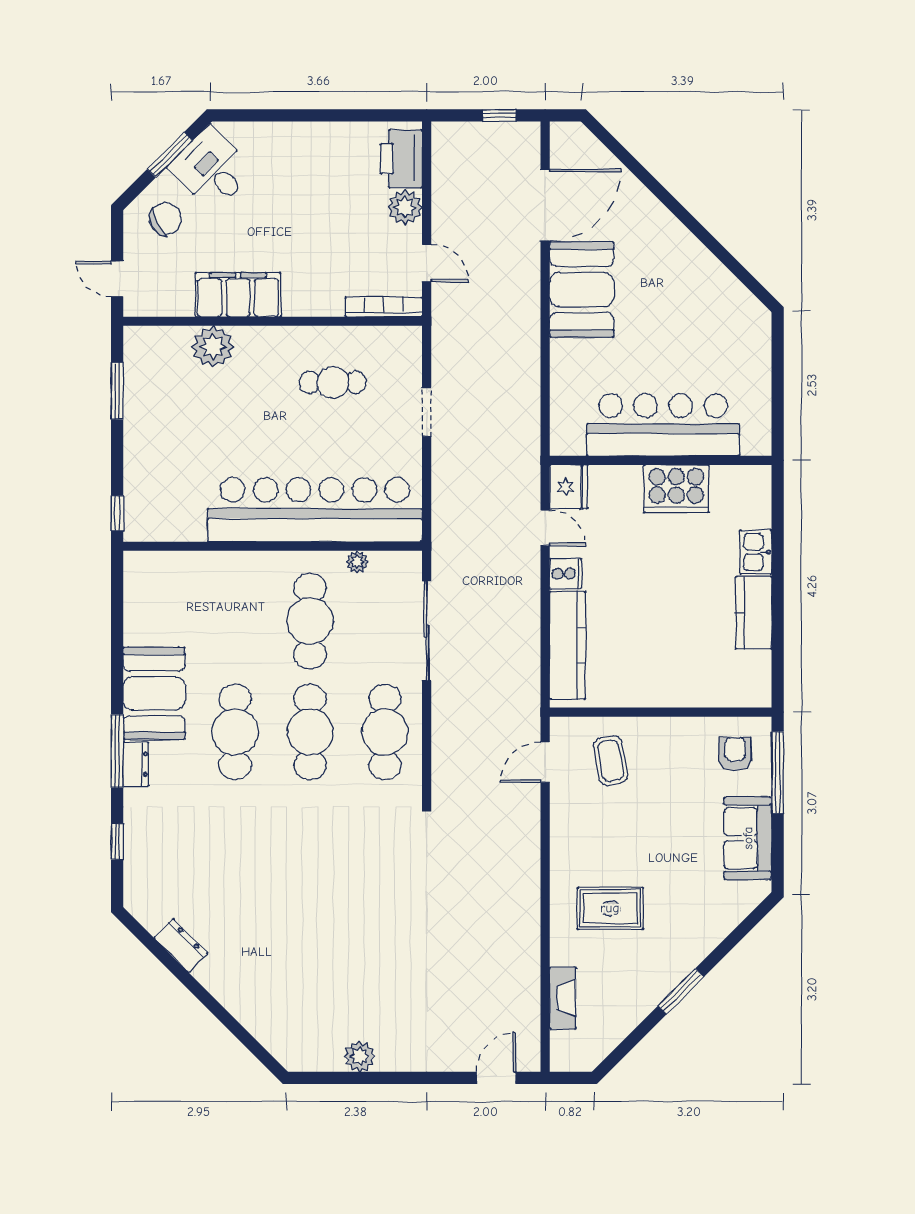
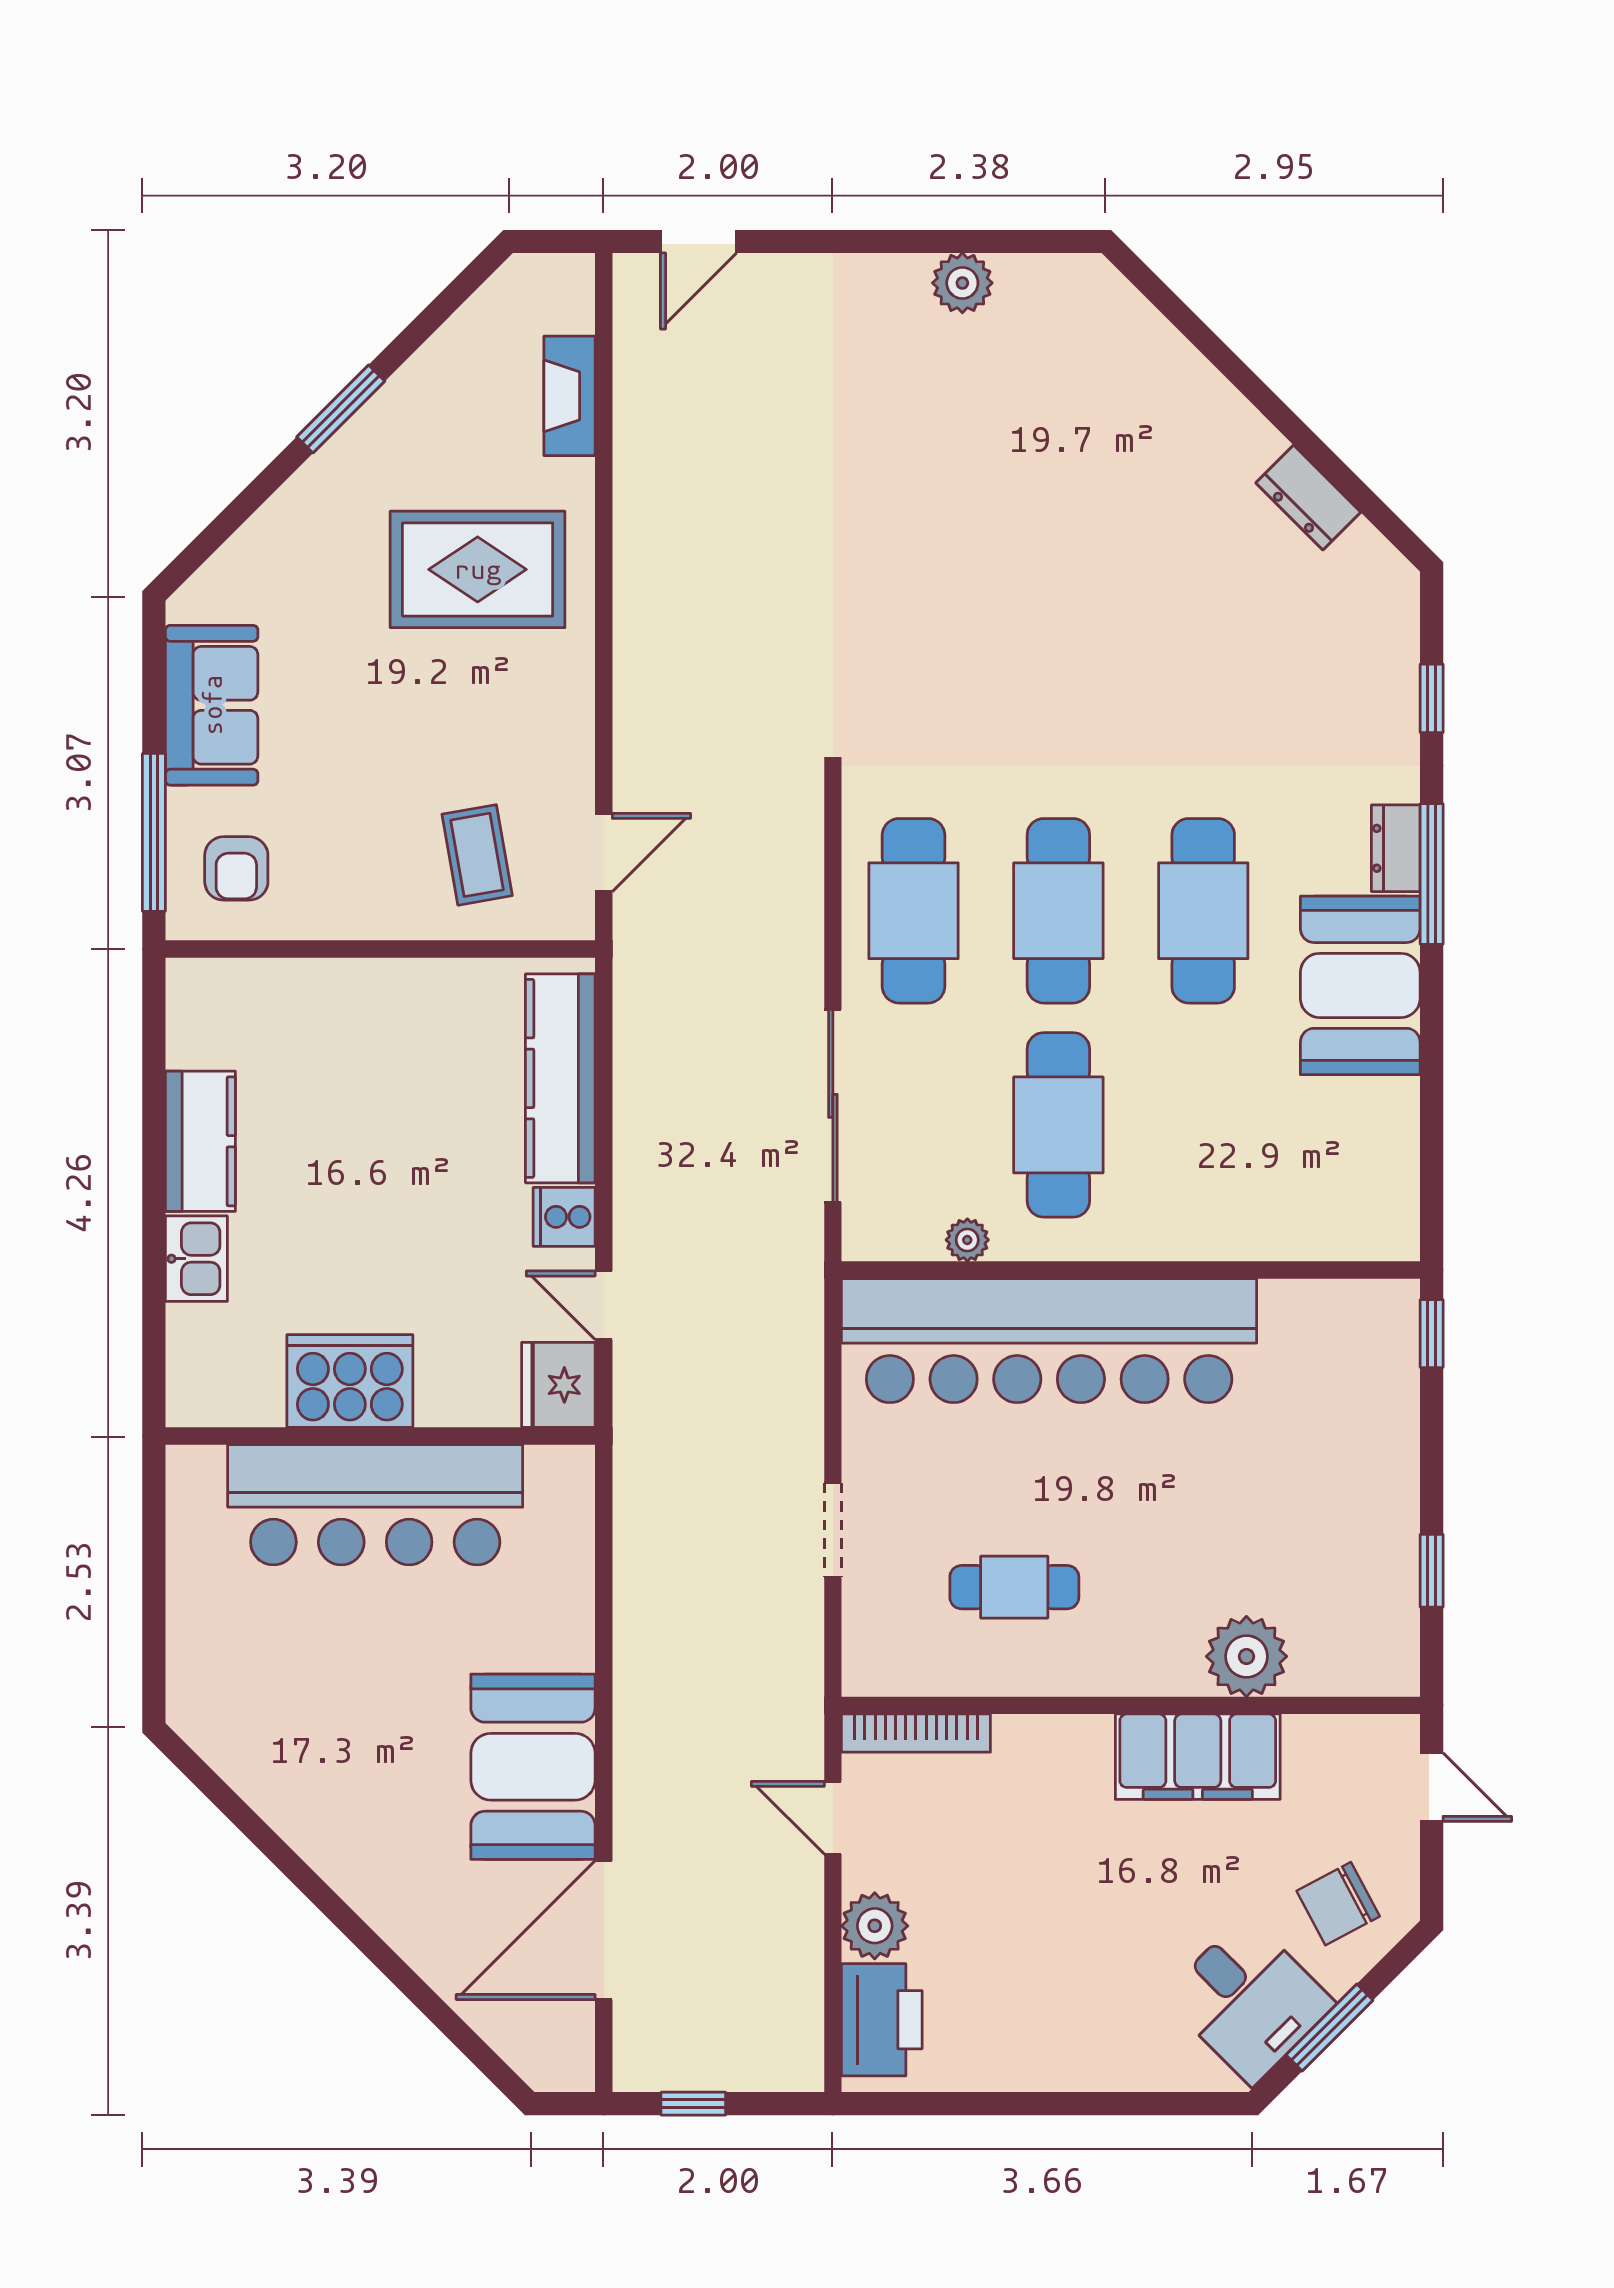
window: (117, 391) -> (1432, 1571), width x0.67
rug: (610, 908) -> (478, 569), width x1.36, depth x1.43

